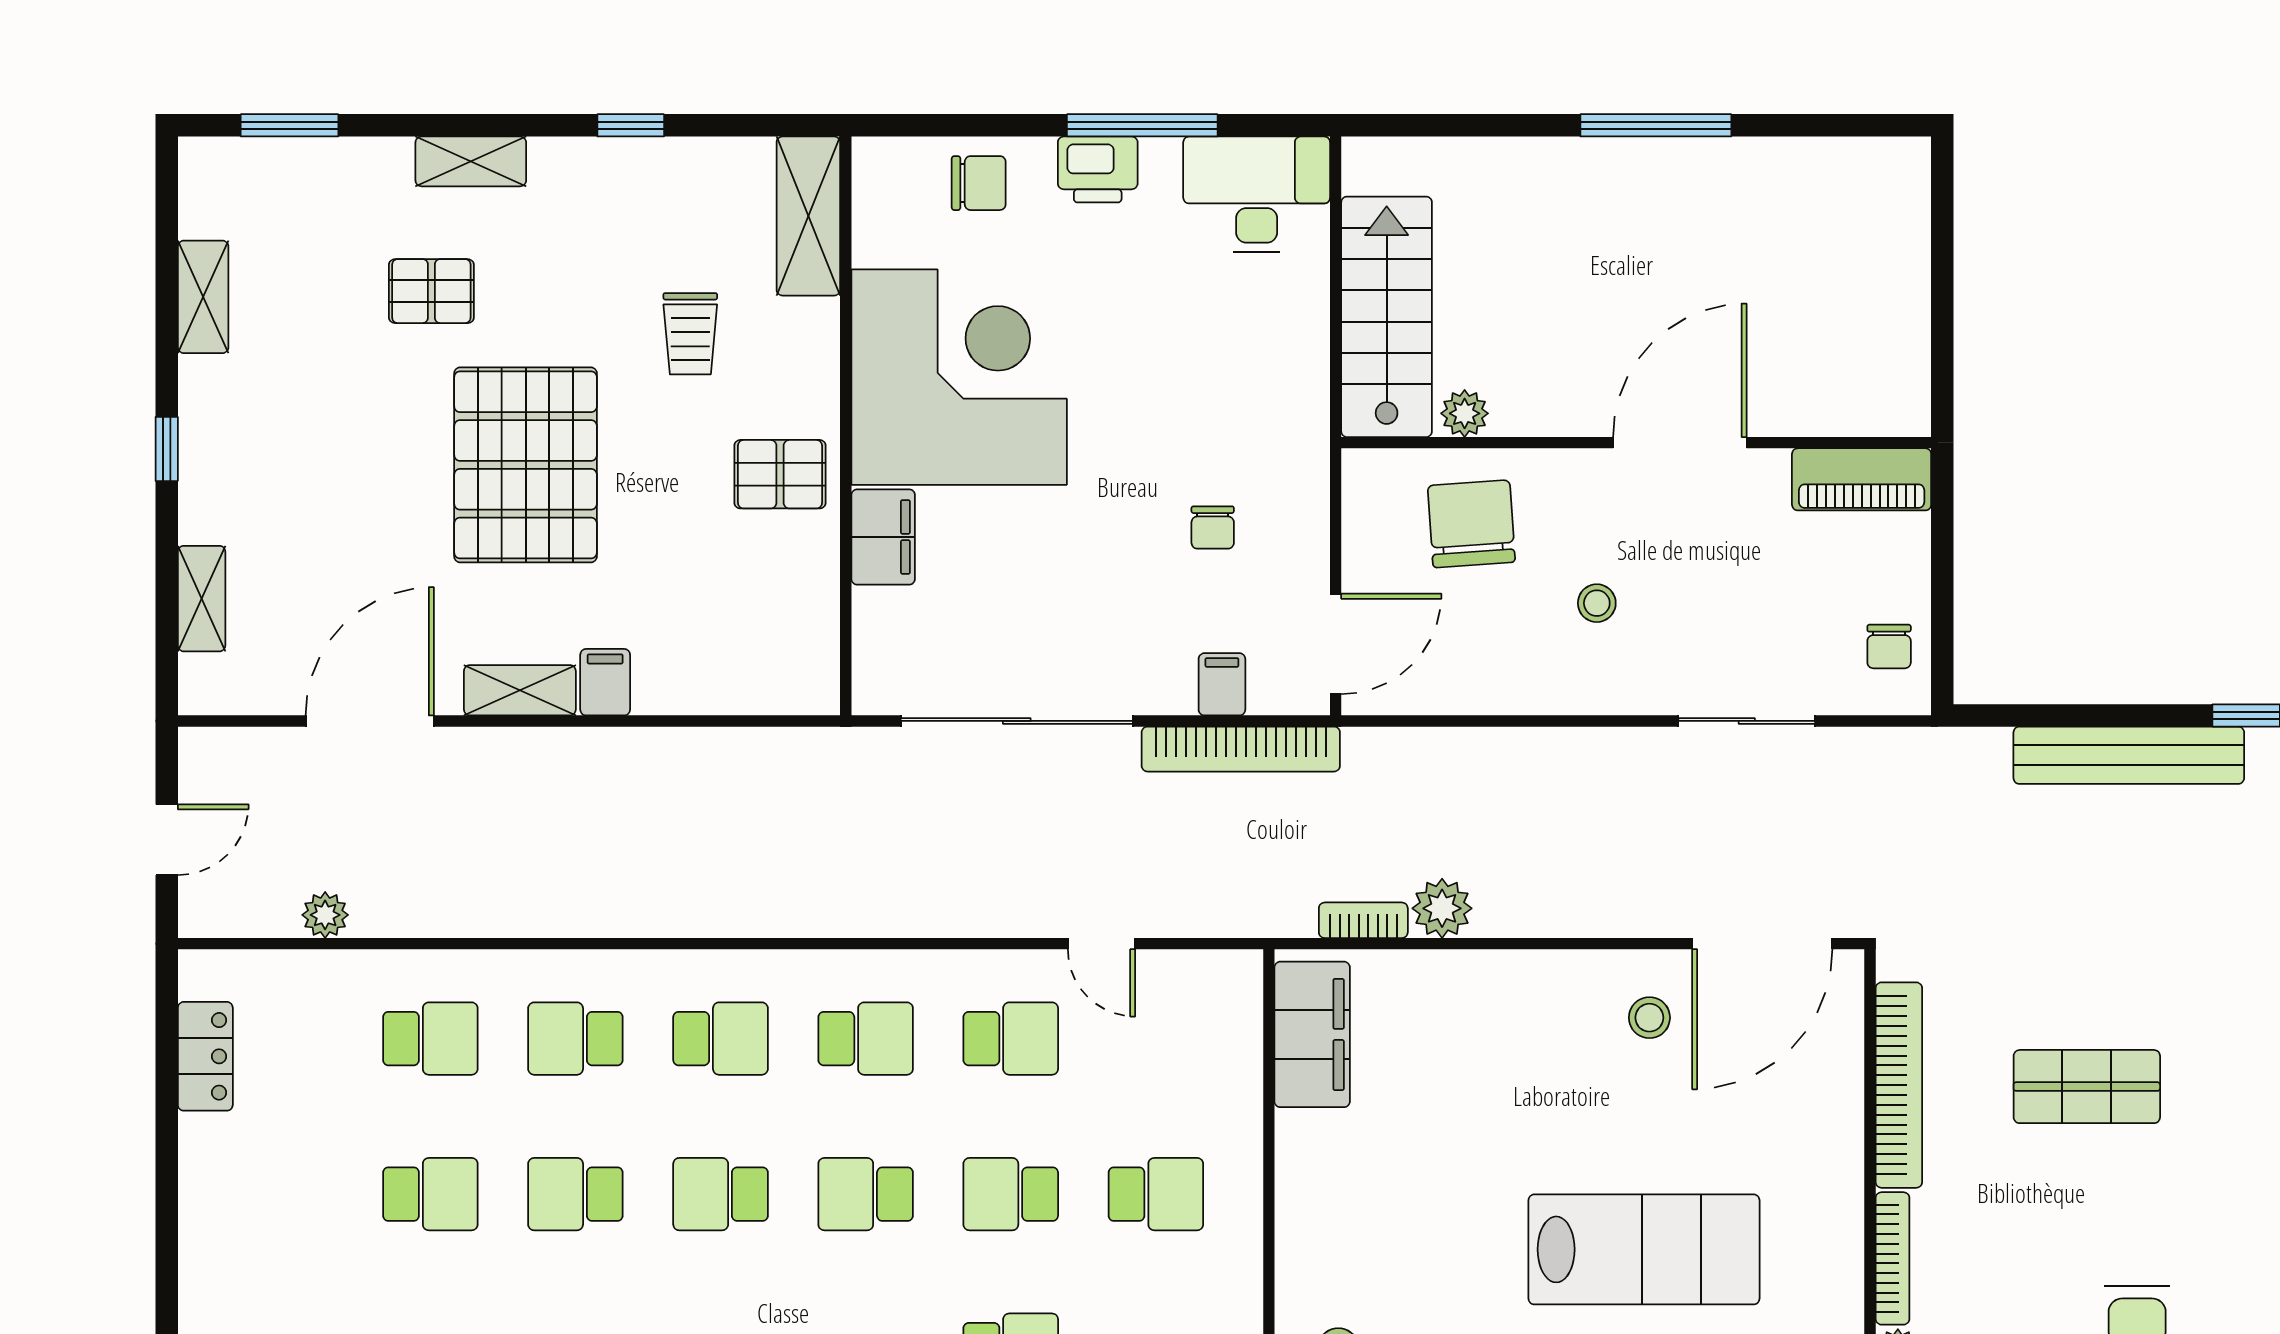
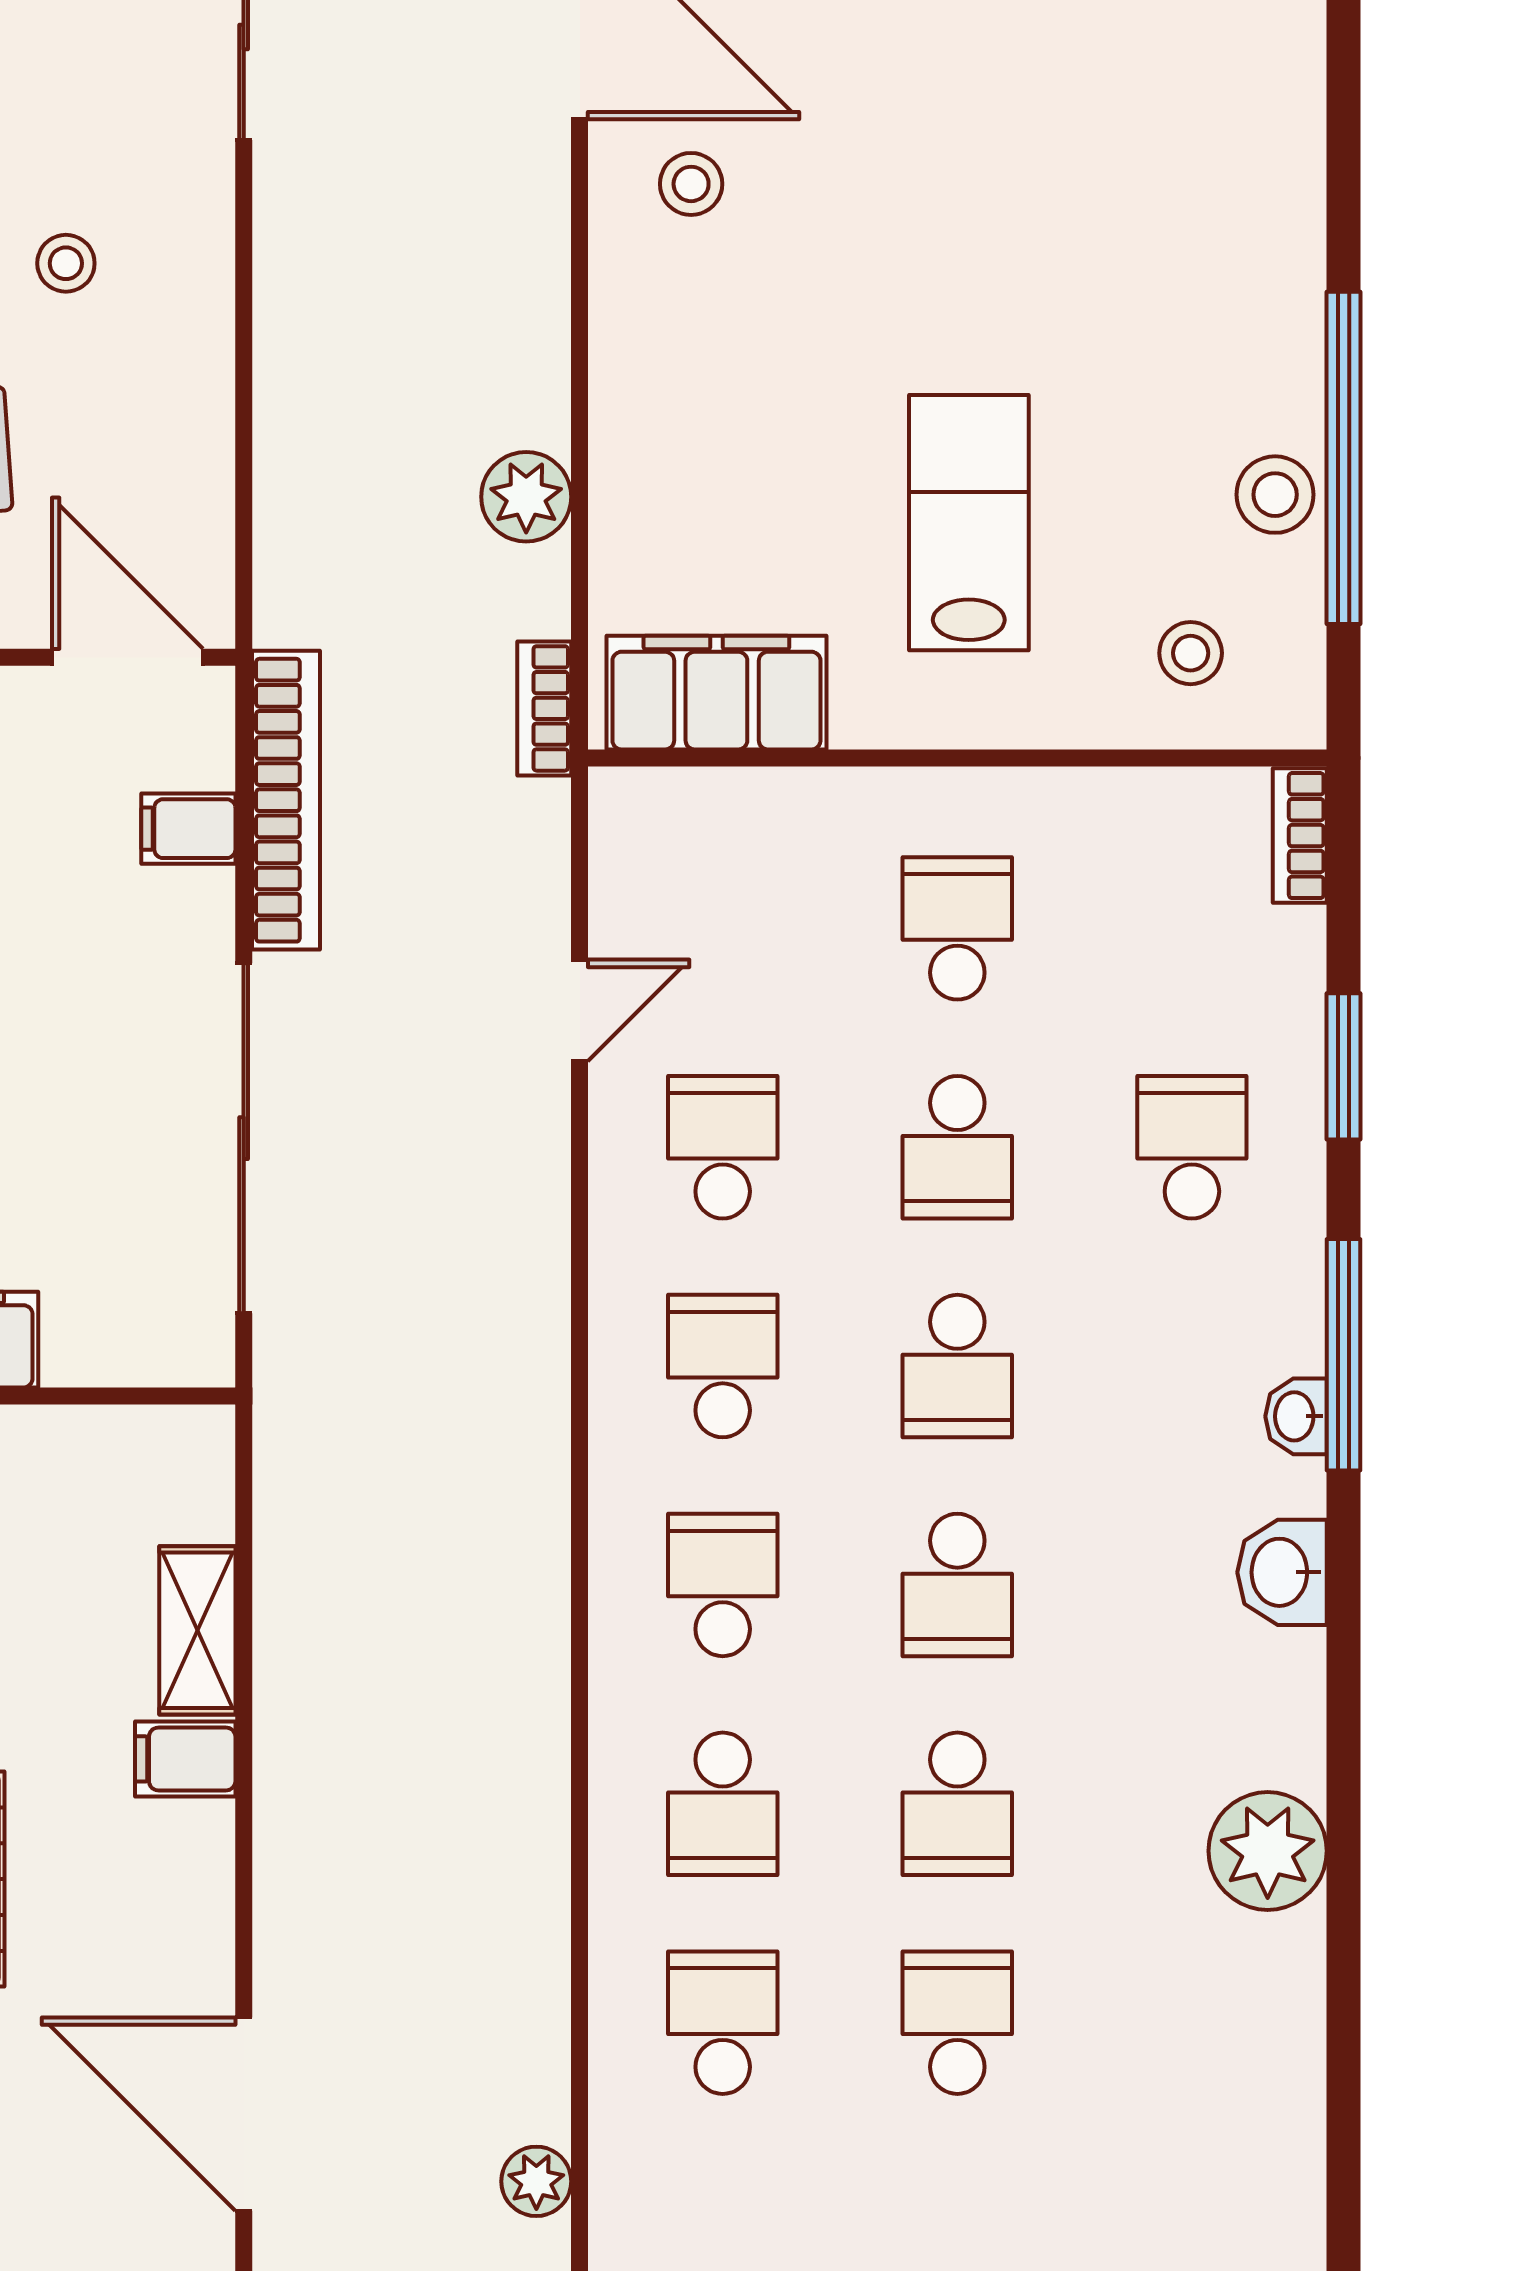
shelving: (520, 690) -> (197, 1630), moved
bookcase: (1363, 920) -> (544, 708), moved
lab bench: (1644, 1249) -> (969, 523), moved, width x0.73, depth x0.72

